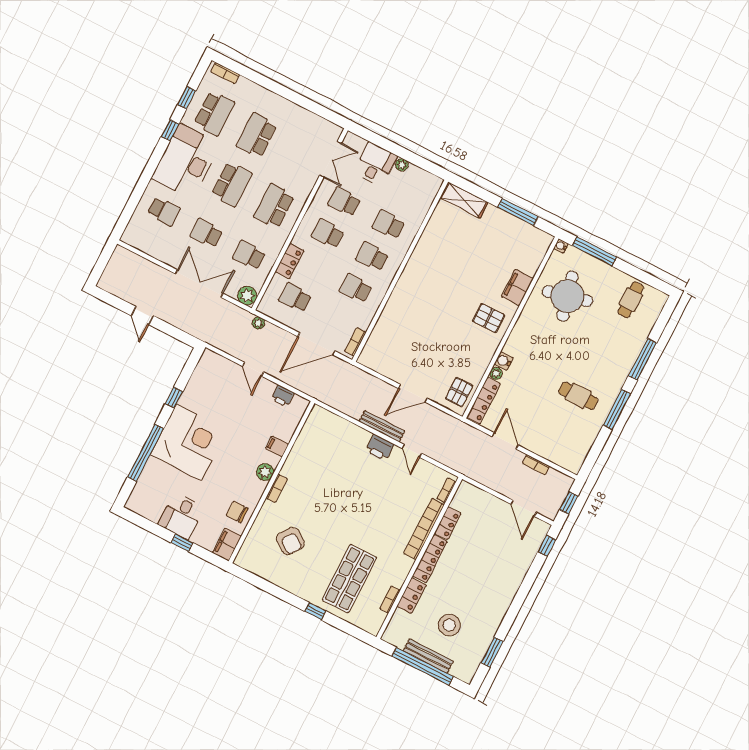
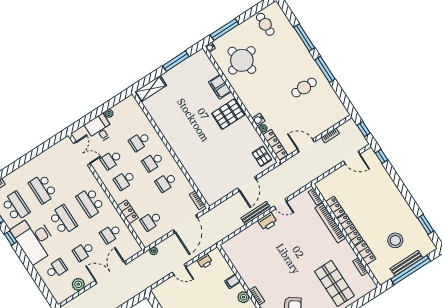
plant: (247, 296) -> (78, 284), moved
pallet: (489, 318) -> (228, 114), width x1.50, depth x1.42

